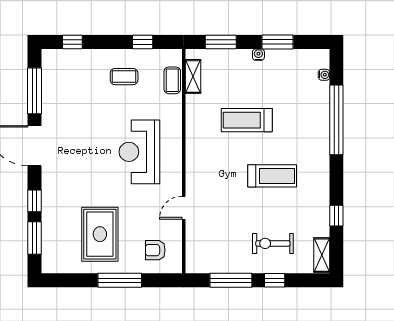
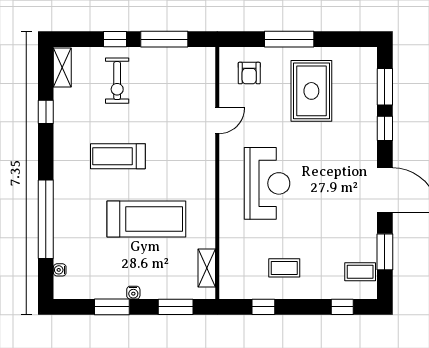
coffee table: (172, 80) -> (360, 272), moved, turned 90
window: (34, 91) -> (385, 252), width x0.69
treadmill: (247, 120) -> (146, 219), width x1.37, depth x1.38
exercise bike: (273, 243) -> (117, 81), turned 90
armchair: (155, 250) -> (249, 73), turned 90

